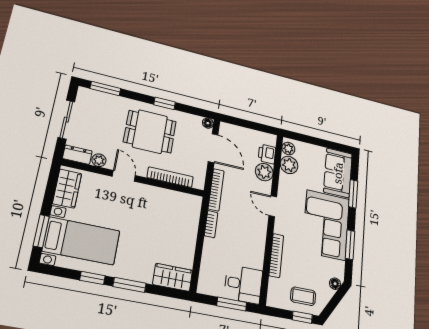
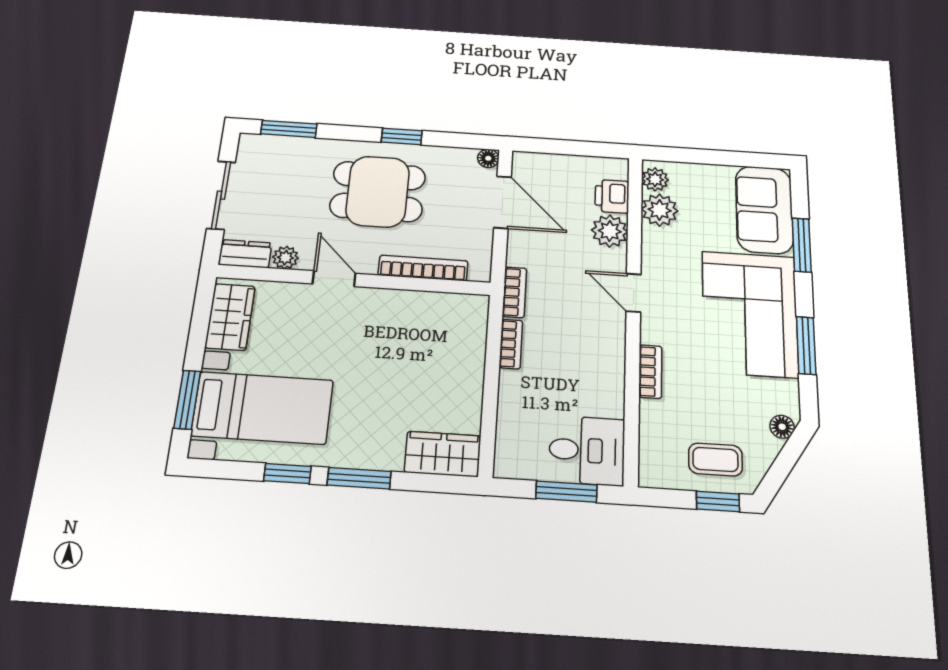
bookcase: (216, 190) -> (514, 292), width x0.64
bookcase: (276, 255) -> (650, 372), width x0.64

